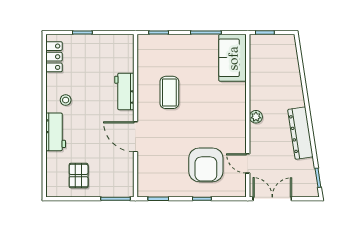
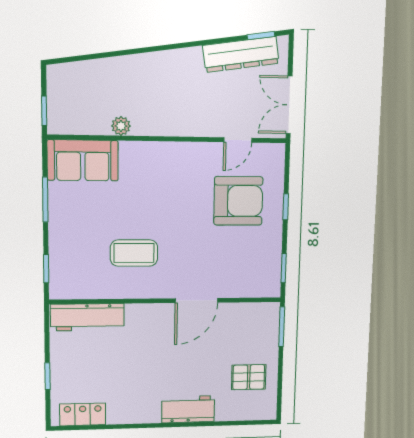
workbench: (124, 91) -> (87, 317), moved, width x1.38
stool: (66, 100) -> (144, 397), removed
plant: (256, 117) -> (121, 126), moved
dresser: (300, 133) -> (241, 54), moved

